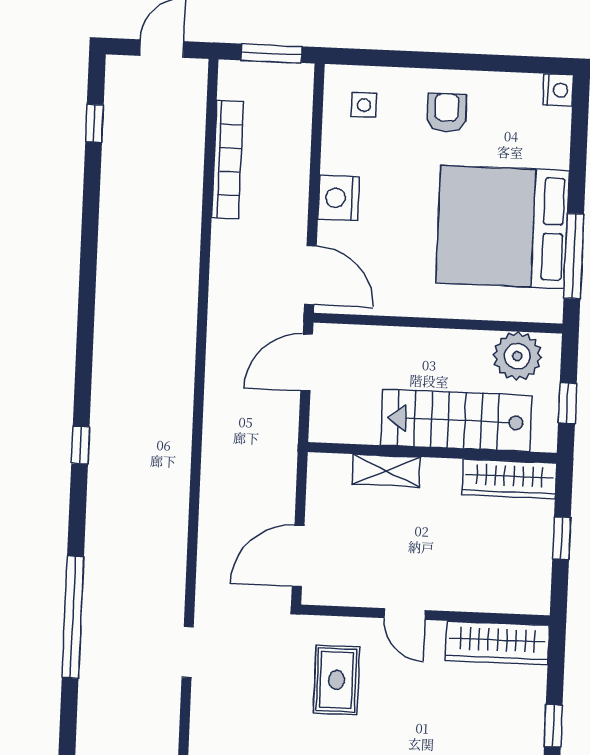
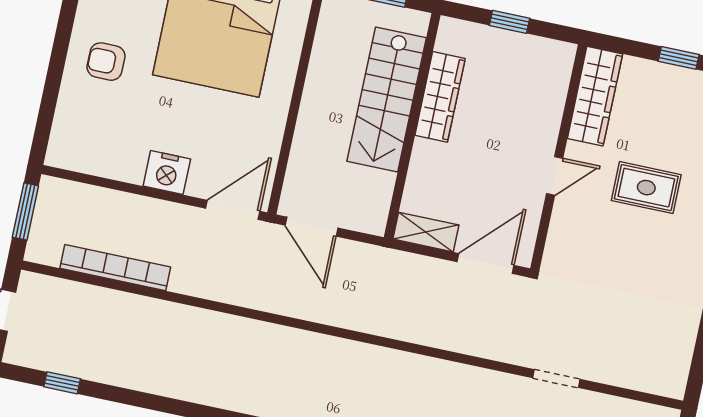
side table: (364, 105) -> (86, 135), removed
plant: (517, 356) -> (338, 34), removed
shelving: (386, 471) -> (426, 232), moved, turned 90
wardrobe: (509, 479) -> (440, 97), moved
door: (298, 556) -> (486, 264), swing flipped
rug: (337, 680) -> (646, 188), moved

